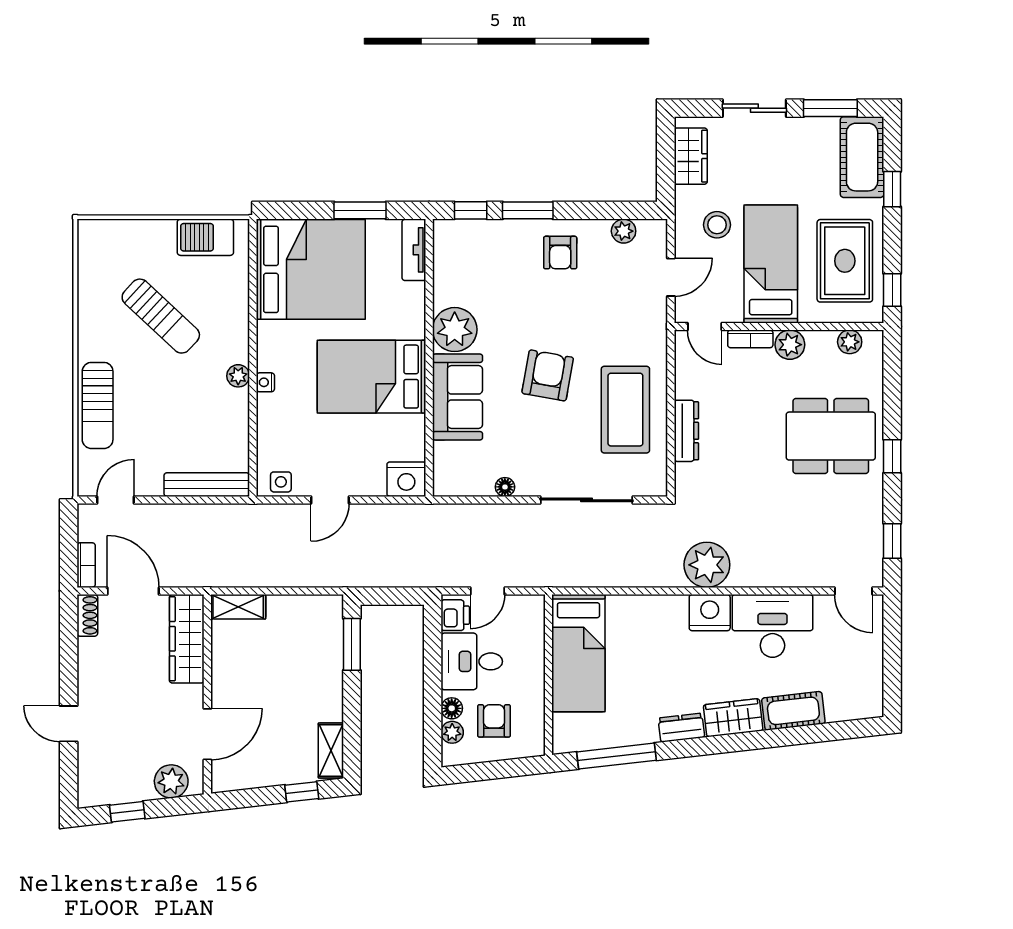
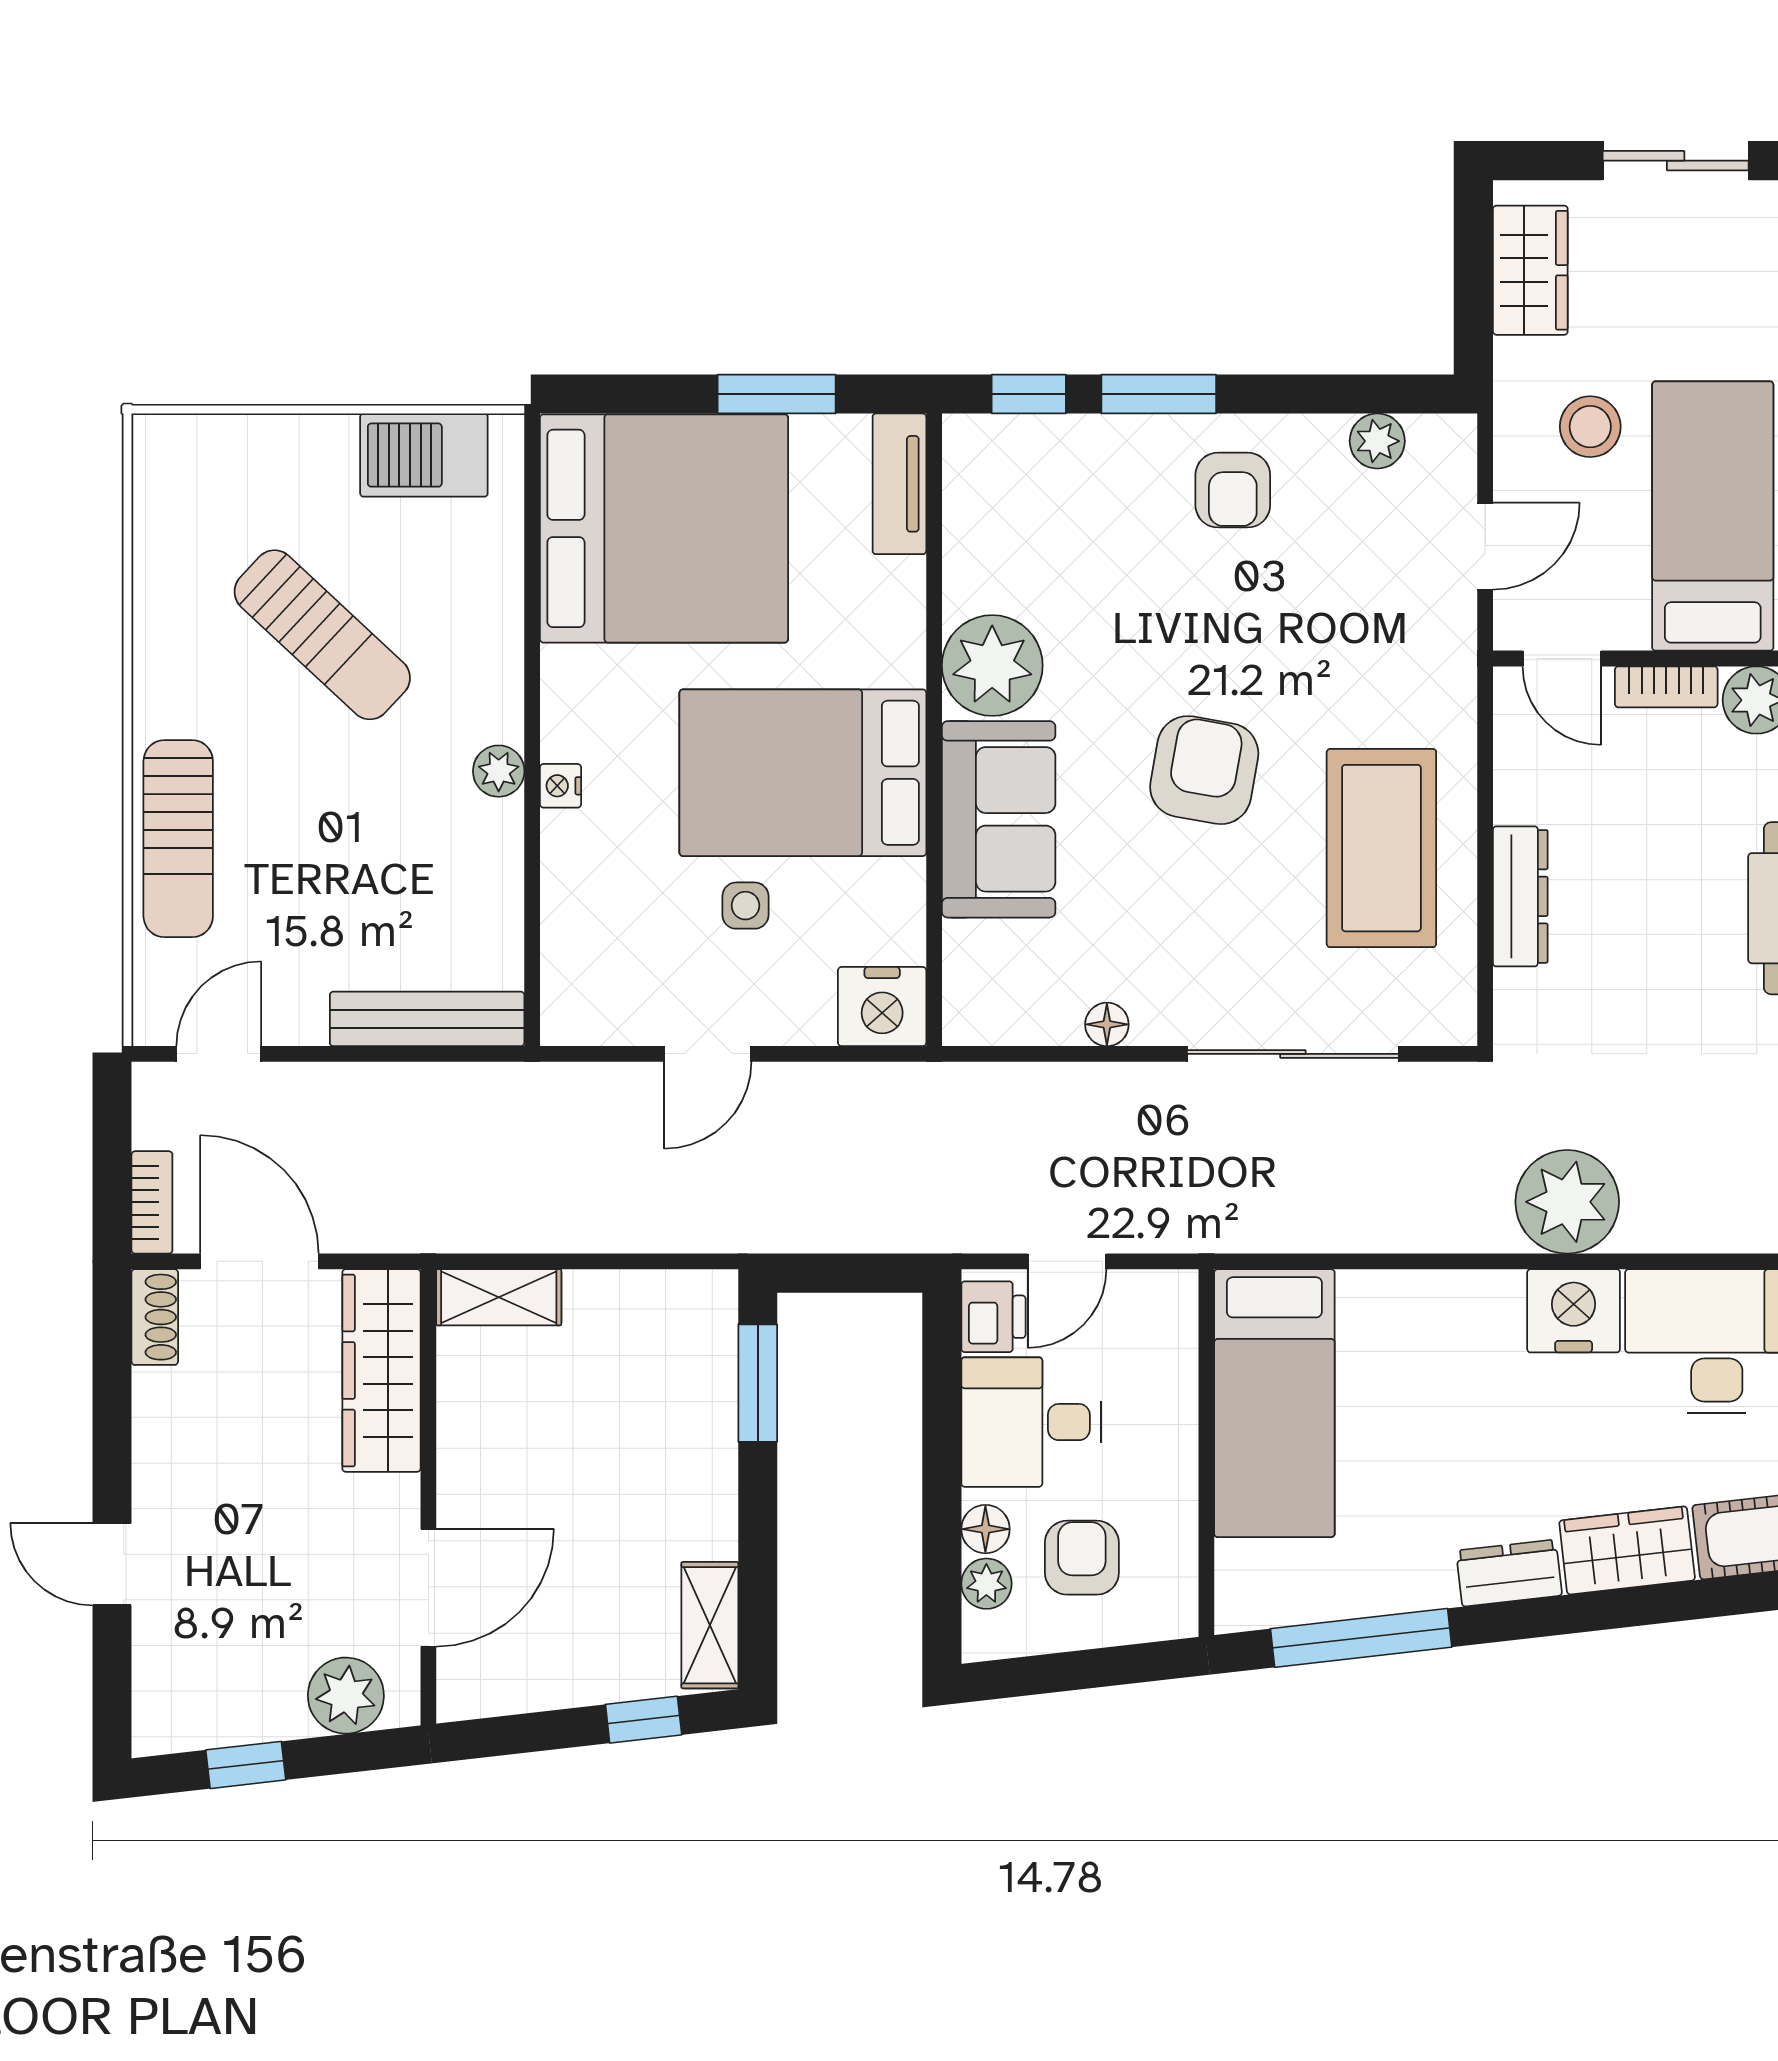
side table: (281, 482) -> (745, 906), moved

